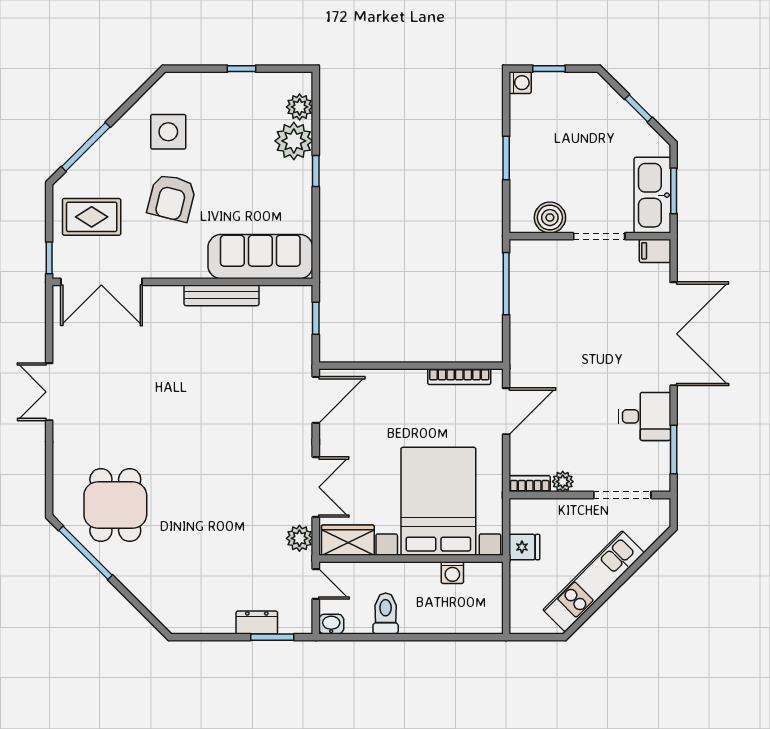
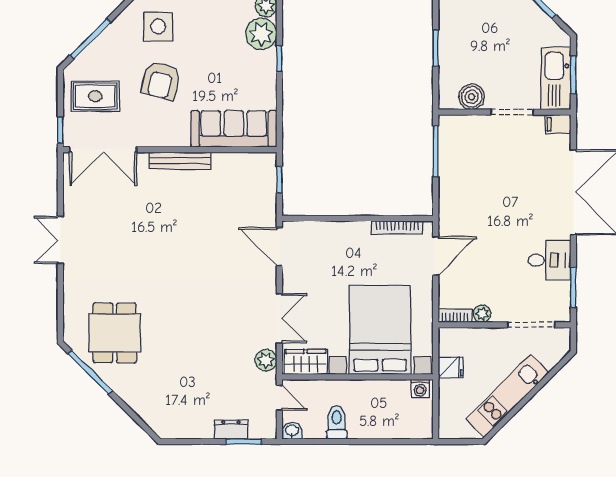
bench: (222, 295) -> (180, 161), moved
door: (316, 400) -> (279, 247), swing flipped
washing machine: (452, 573) -> (420, 388), moved

